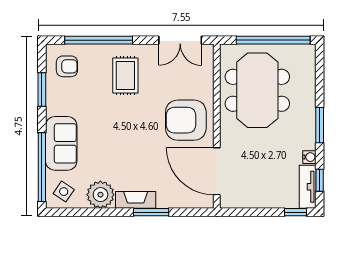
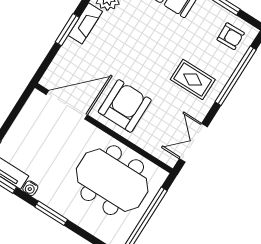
armchair: (67, 66) -> (231, 36), turned -92

